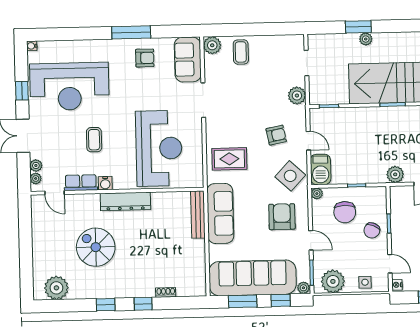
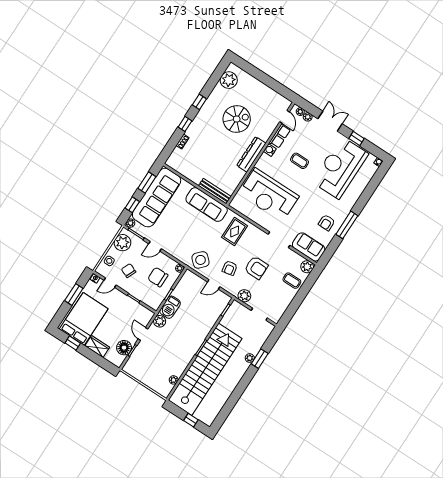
barbecue: (321, 169) -> (170, 307), moved, turned -90
door: (55, 193) -> (284, 117), swing flipped
armchair: (282, 217) -> (256, 268), moved
chair: (372, 230) -> (129, 271), moved

